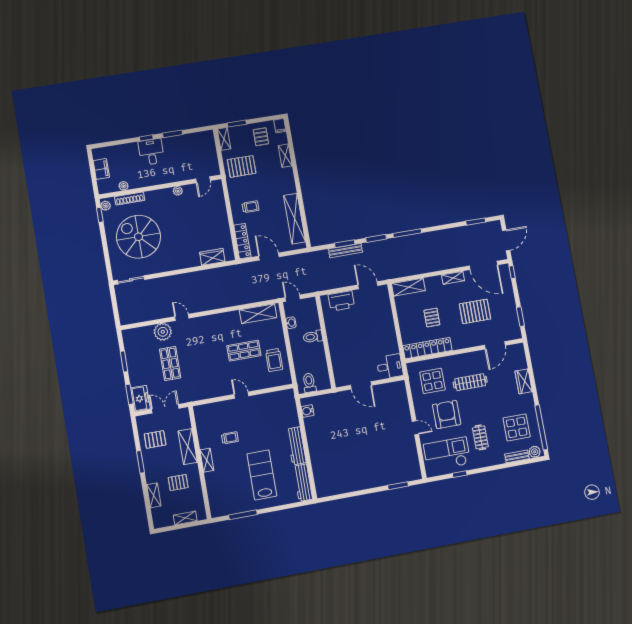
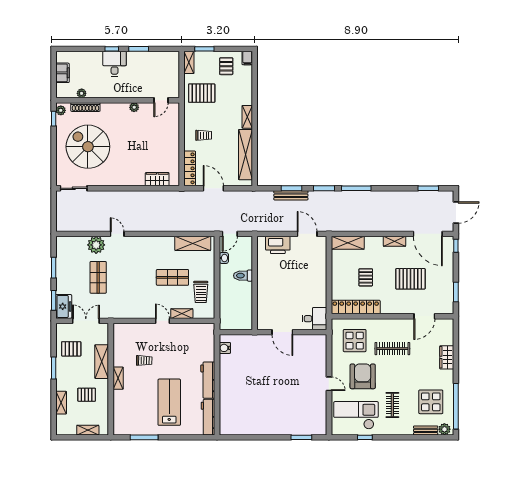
shelving: (285, 156) -> (247, 117), moved
door: (293, 298) -> (230, 234), swing flipped
toilet: (309, 383) -> (231, 320), removed
shelving: (259, 385) -> (182, 314), added

